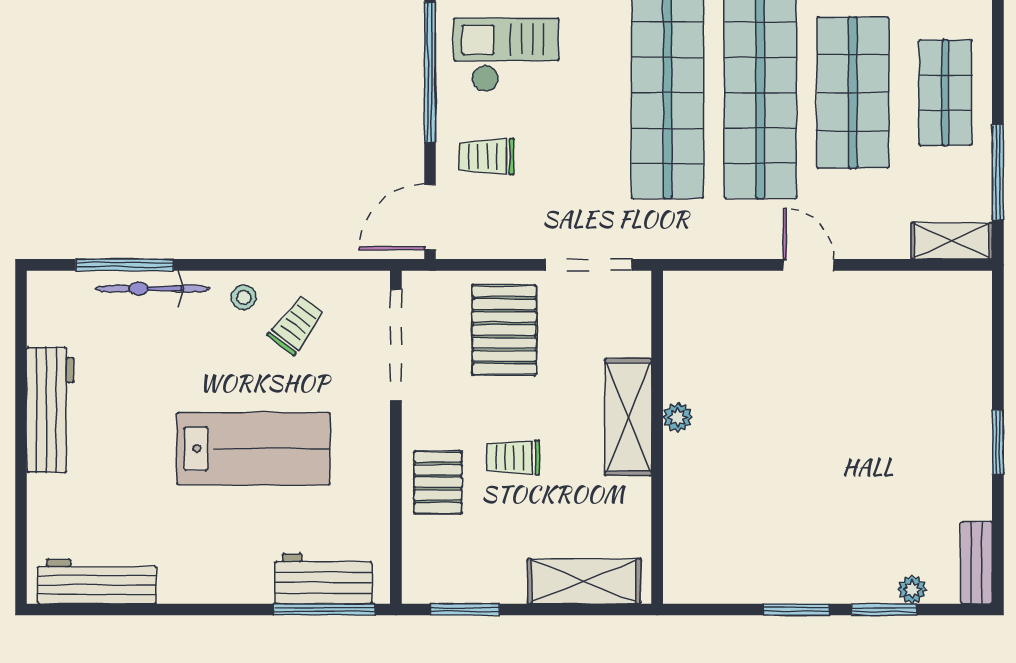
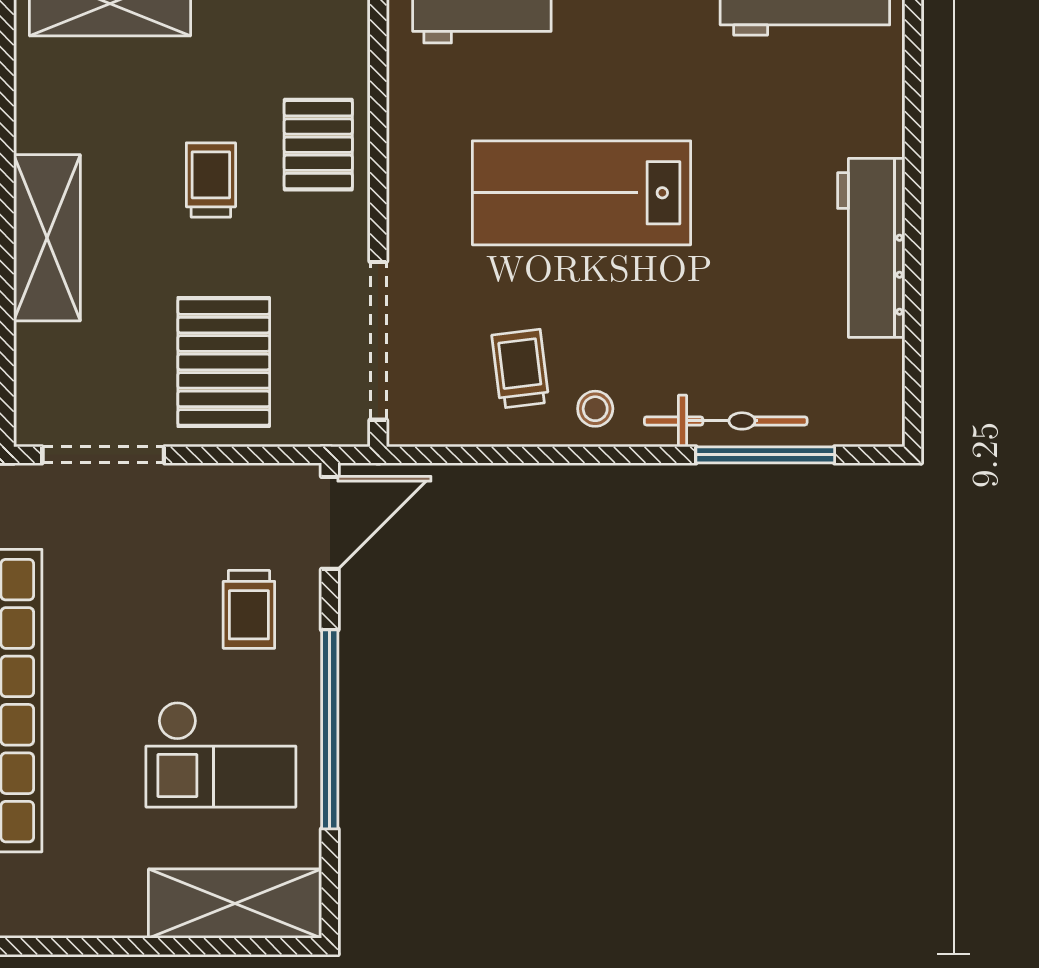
trolley: (487, 157) -> (249, 609), turned 90
trolley: (296, 325) -> (520, 369), turned 135
trolley: (513, 458) -> (211, 180), turned -90

